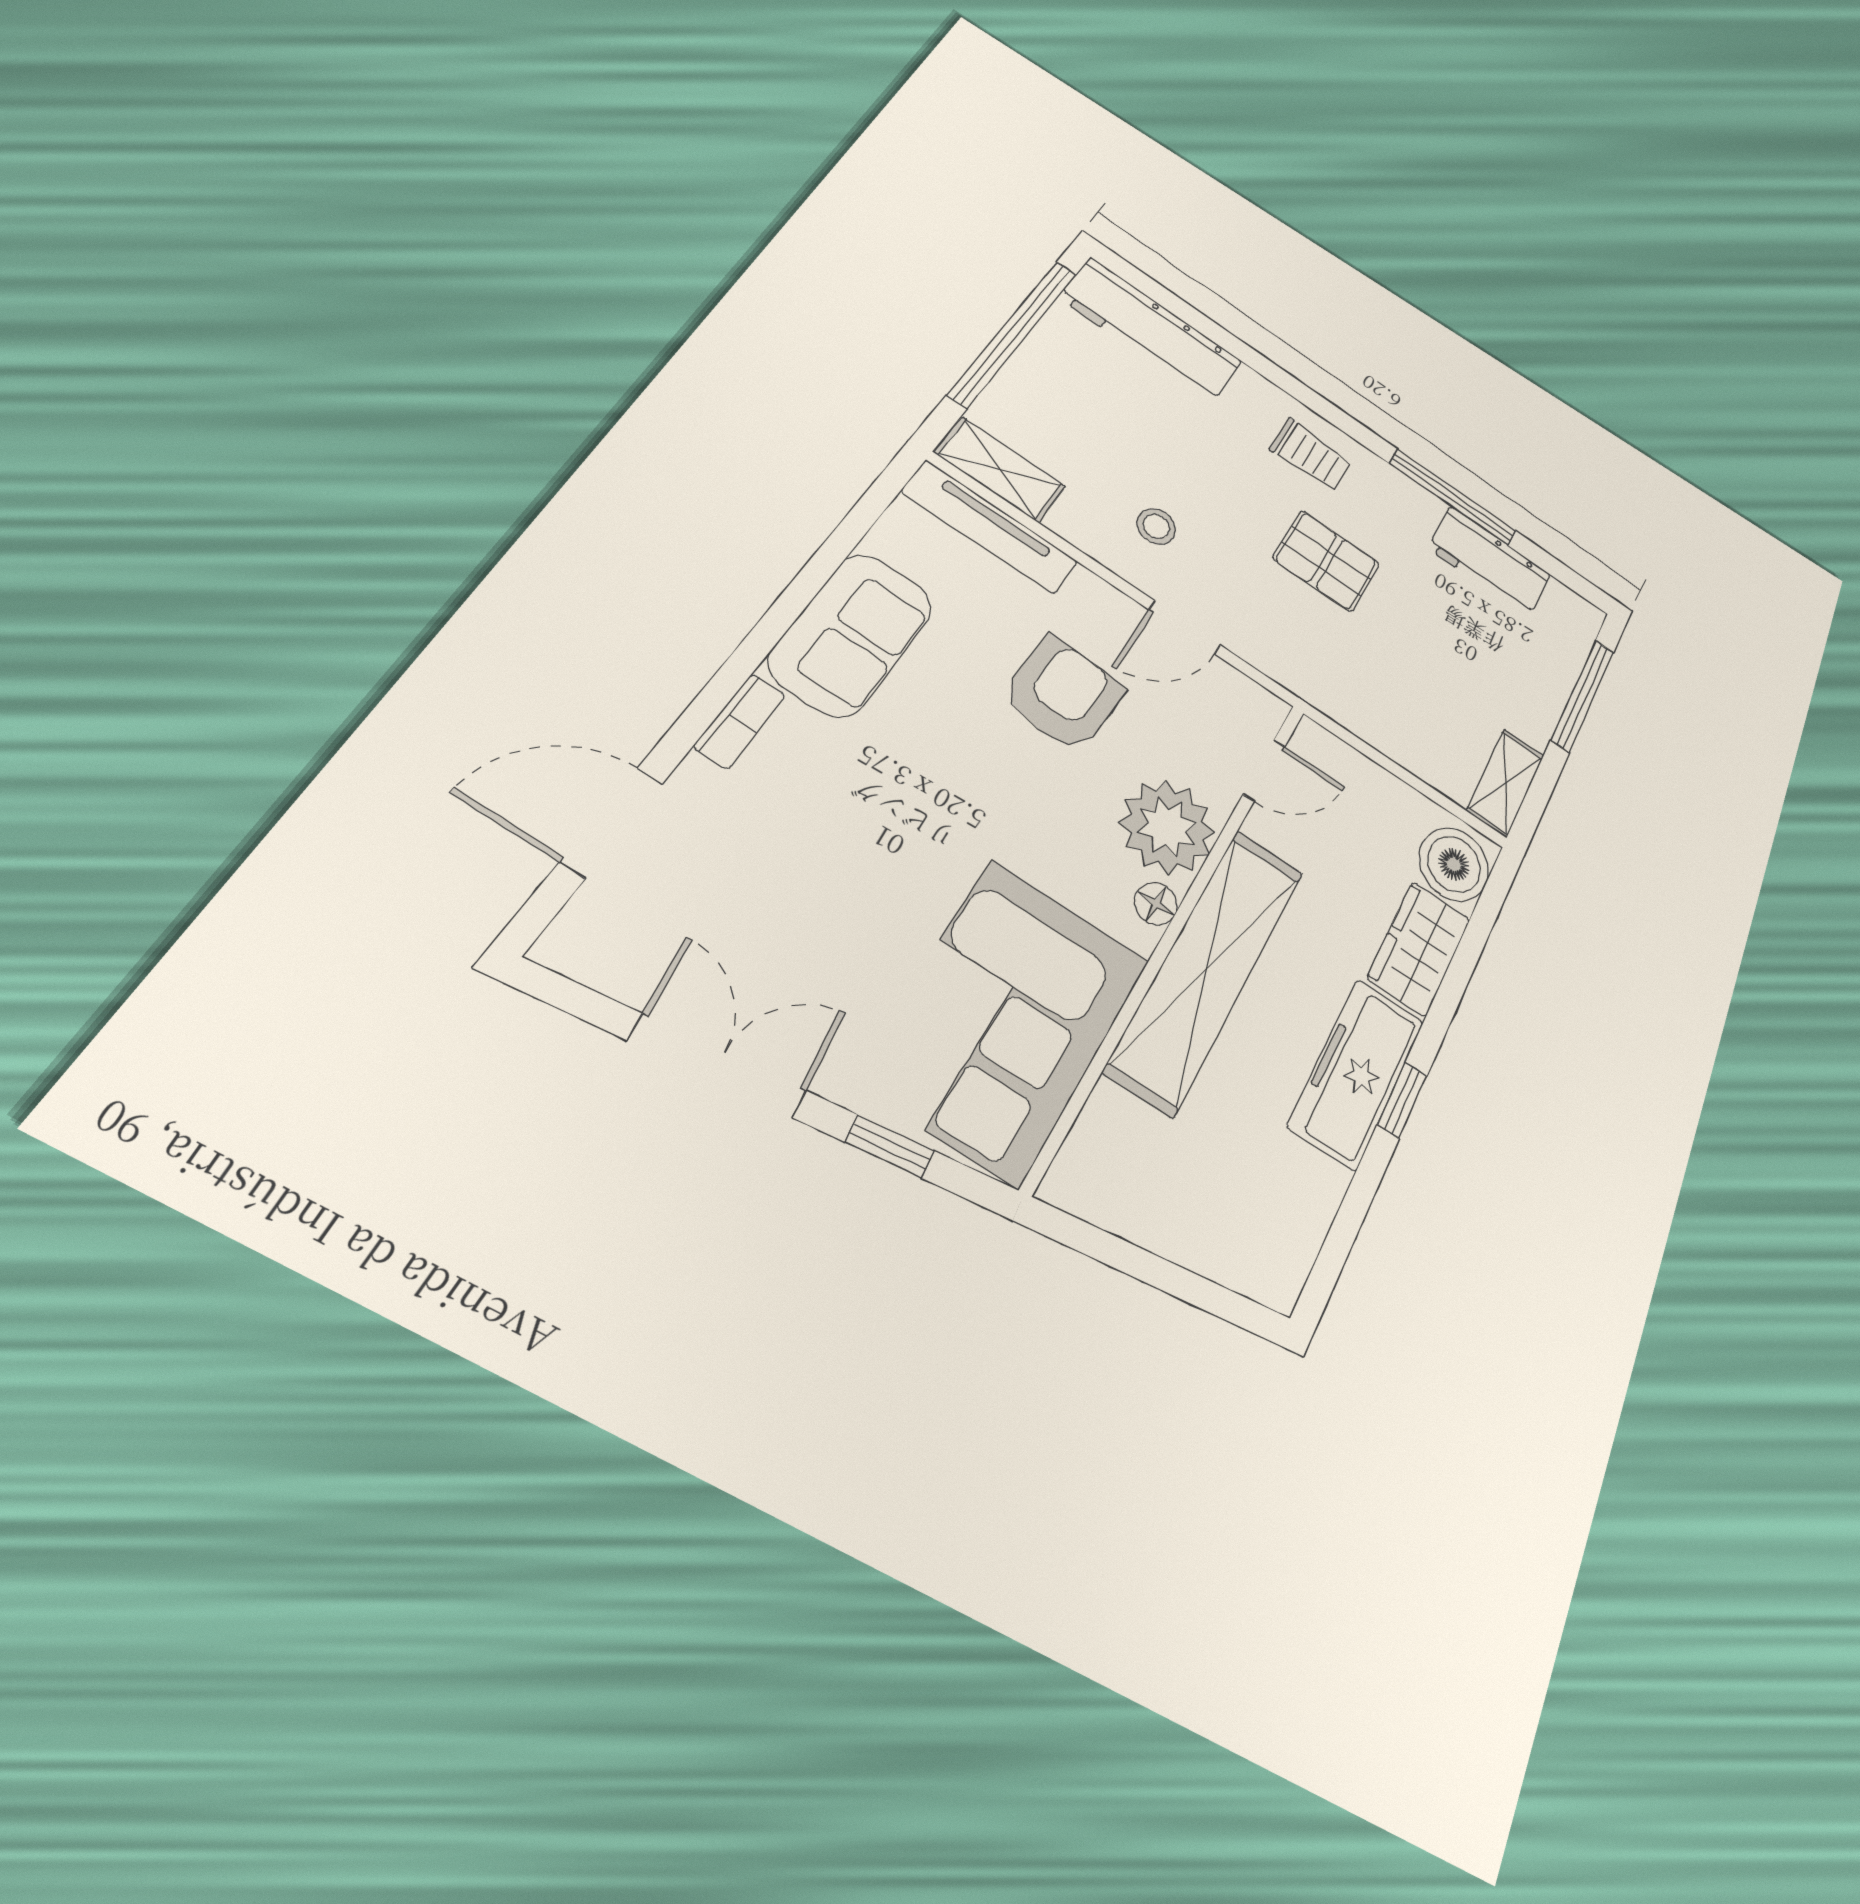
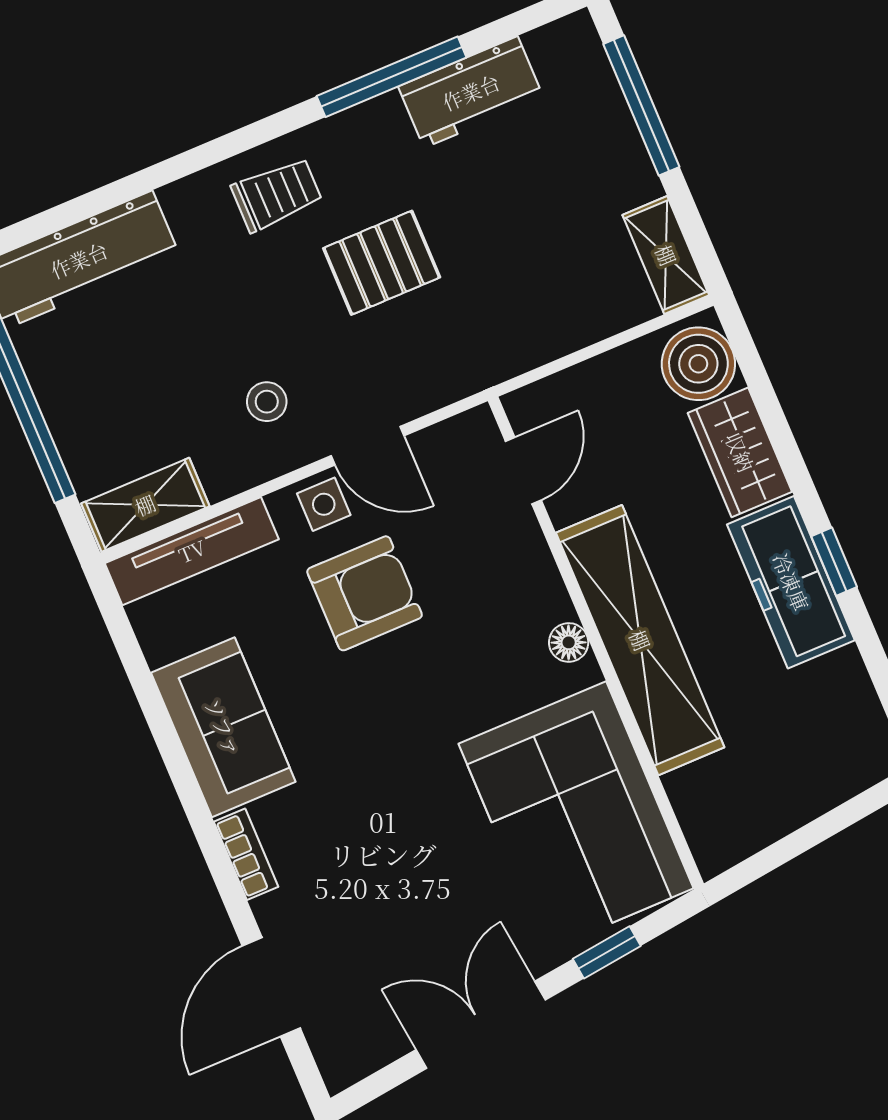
side table: (1111, 617) -> (324, 504), added
door: (1185, 627) -> (368, 446), hinge flipped
armchair: (1063, 694) -> (365, 593), turned 87
plant: (1167, 827) -> (518, 589), removed

